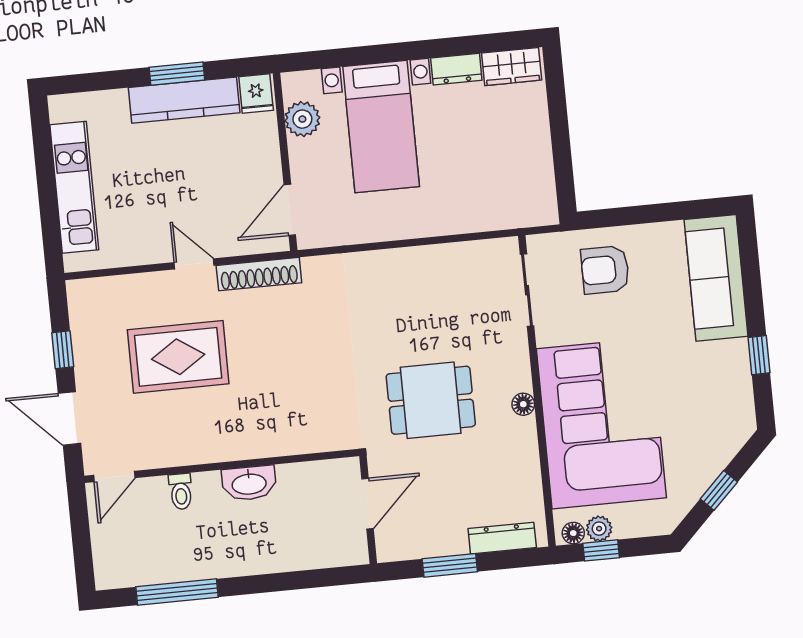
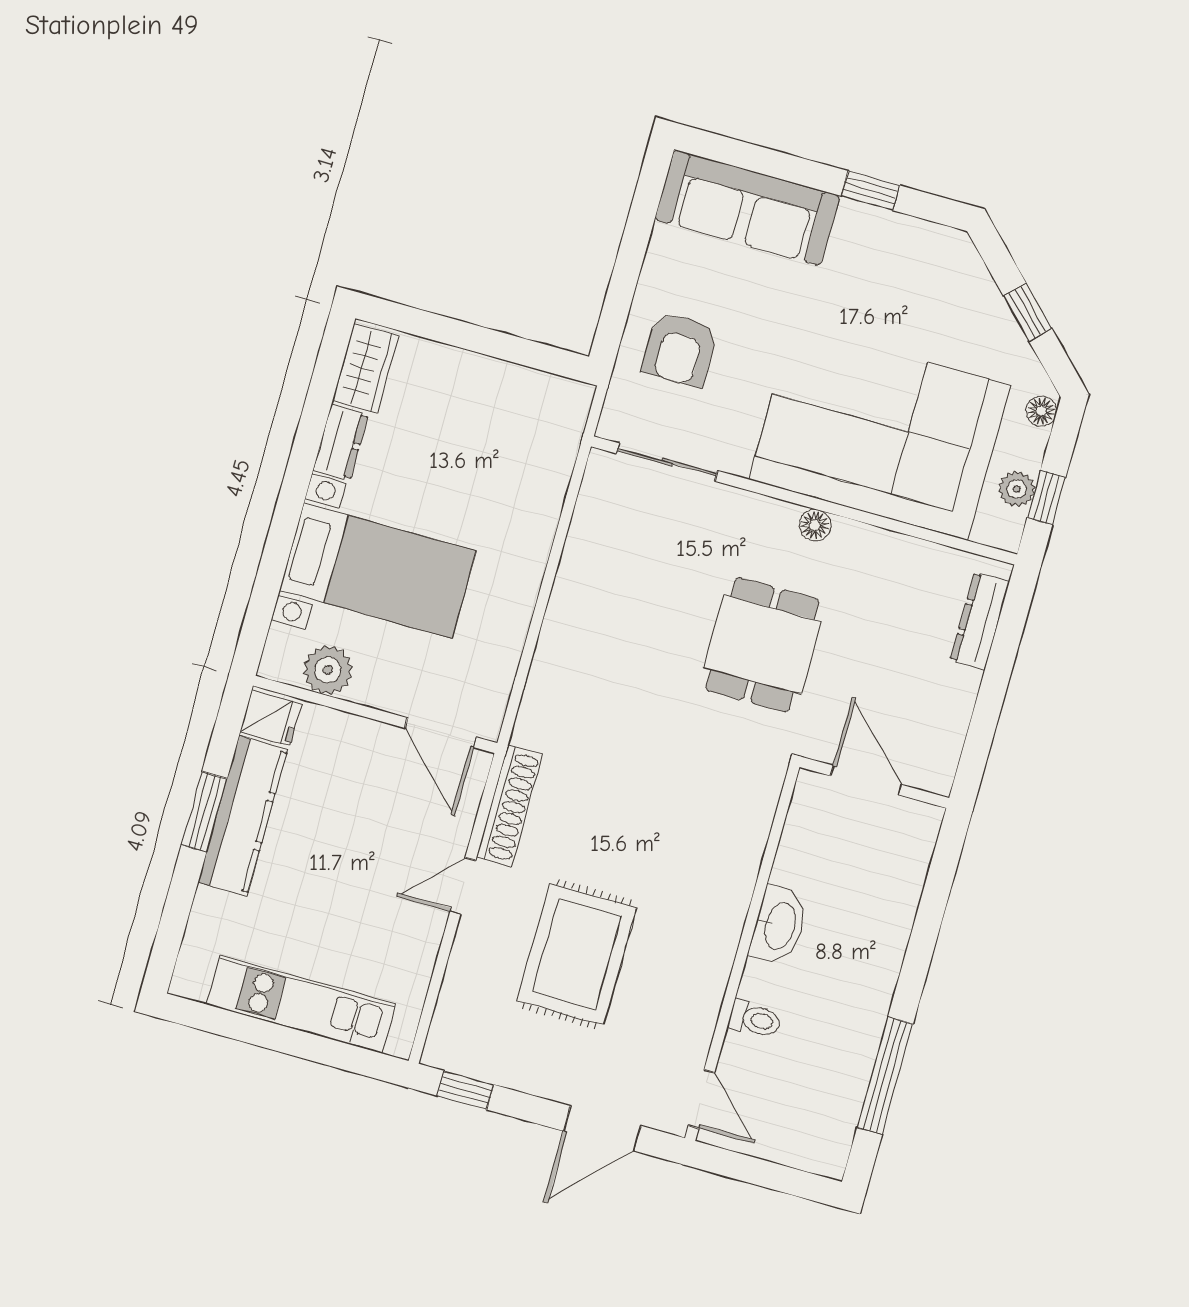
window: (63, 350) -> (465, 1090), moved
floor lamp: (573, 533) -> (1041, 411), moved
window: (450, 565) -> (989, 704), removed

